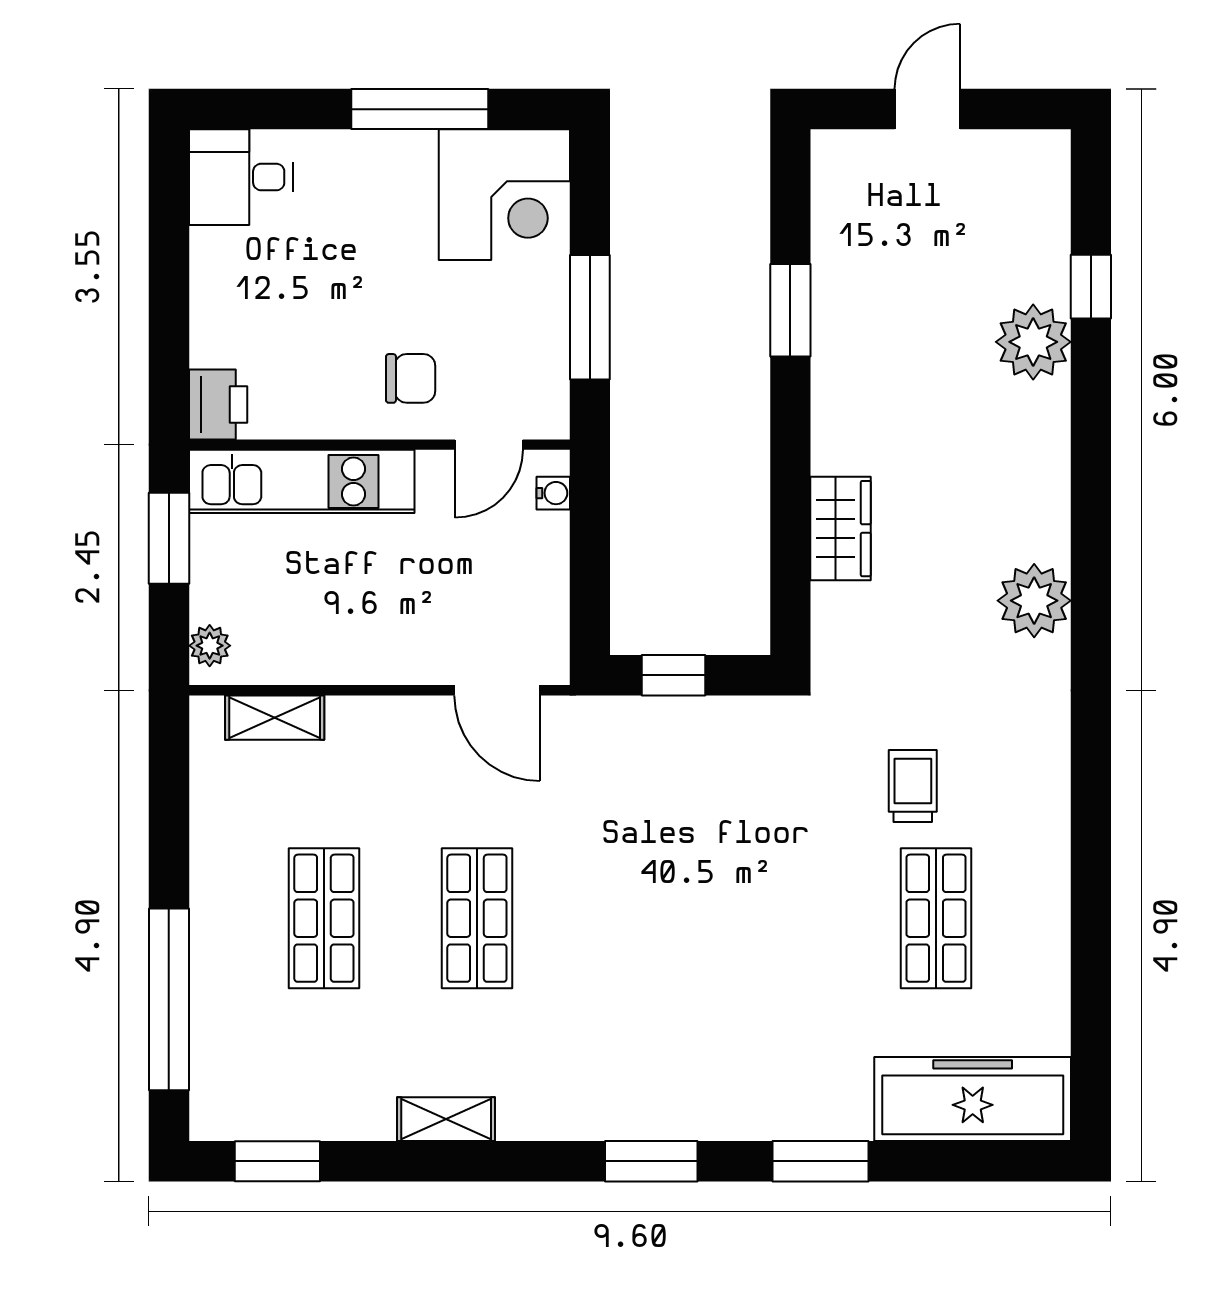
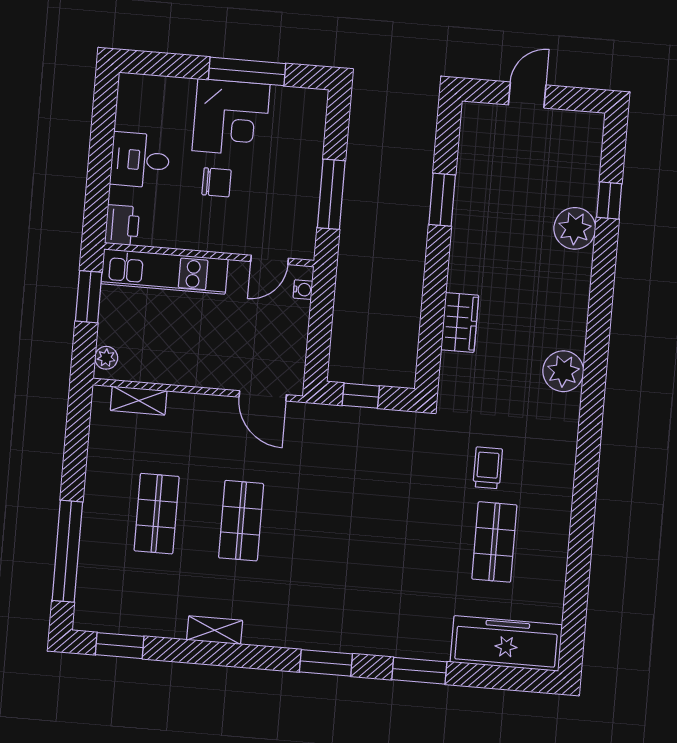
desk: (241, 177) -> (140, 160), moved
corner desk: (504, 195) -> (231, 118), moved
chair: (411, 378) -> (217, 182), moved

